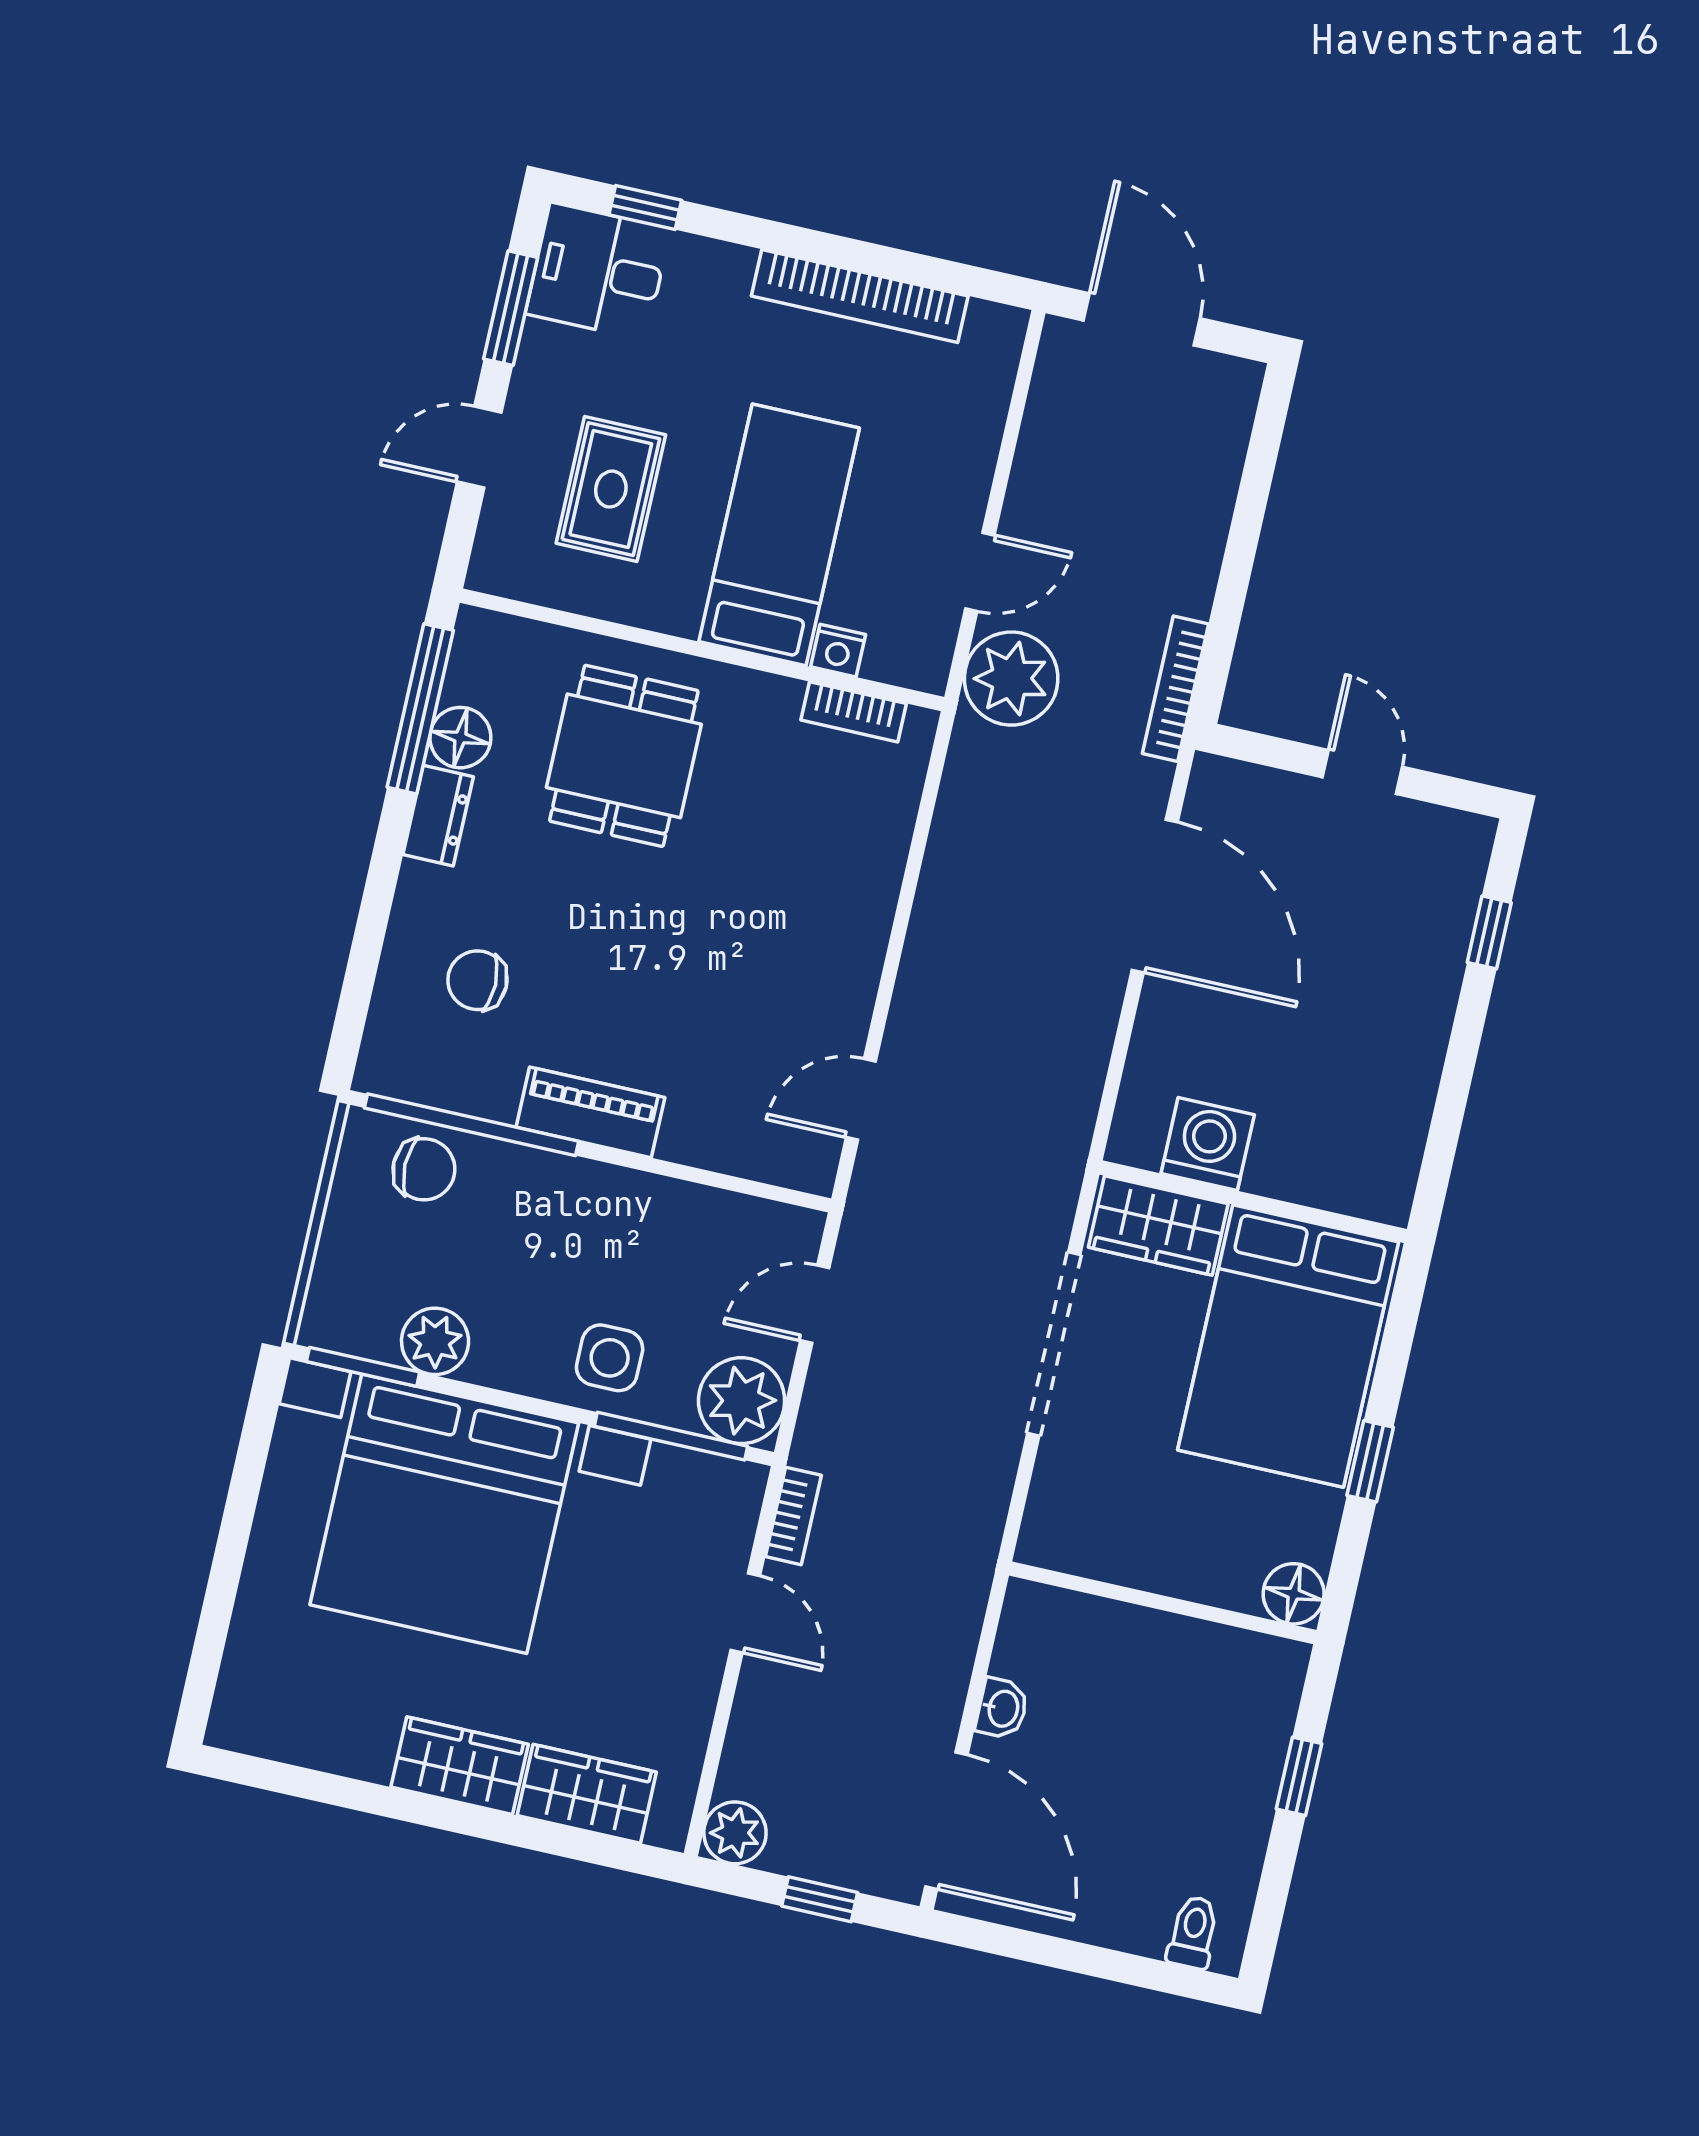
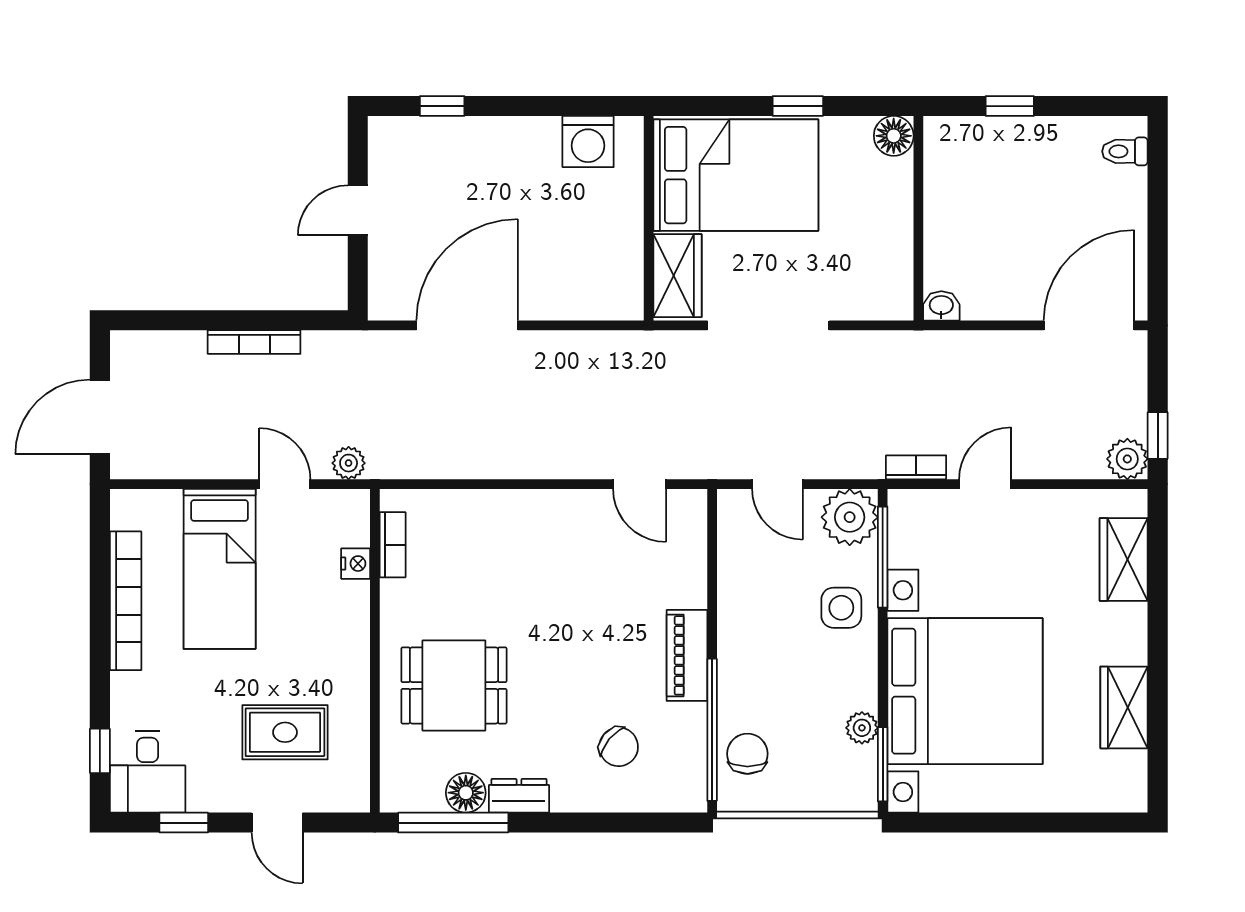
window: (511, 308) -> (184, 823), width x0.67
bed: (779, 535) -> (220, 569), moved, turned -90
plant: (1011, 679) -> (349, 463), width x0.53, depth x0.53
bookcase: (1175, 689) -> (254, 342), moved
chair: (477, 980) -> (619, 747), turned -50
washing machine: (1208, 1144) -> (588, 142), moved, turned -90
plant: (435, 1341) -> (862, 728), width x0.73, depth x0.73
washbasin: (1002, 1708) -> (941, 306), moved
wardrobe: (460, 1766) -> (1124, 707), moved
window: (820, 1899) -> (1158, 435), moved

